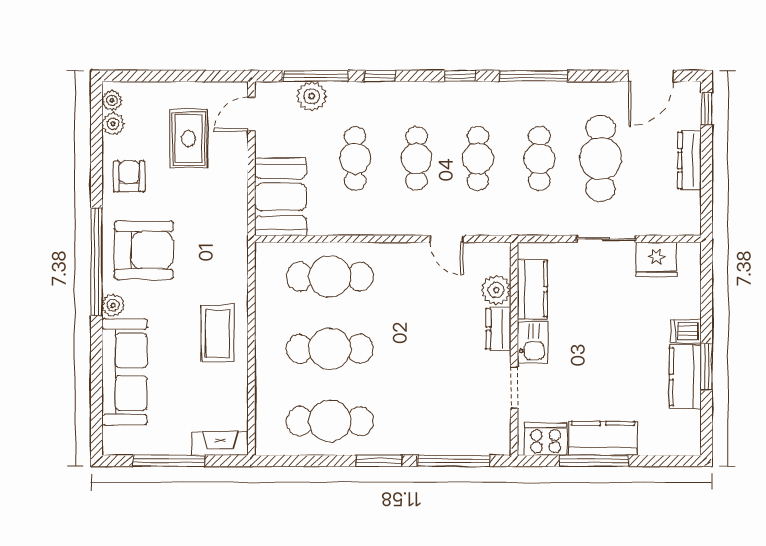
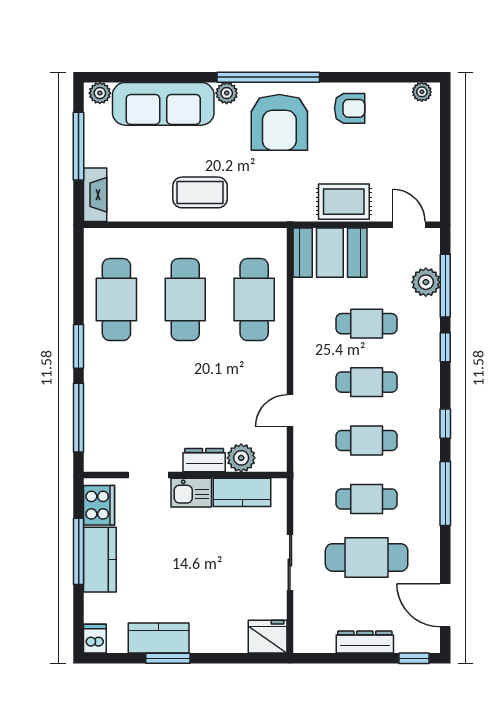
plant: (113, 124) -> (100, 93), moved
rug: (189, 139) -> (344, 202), moved
fridge: (656, 260) -> (268, 637), moved, turned 90
dishwasher: (686, 331) -> (95, 639), moved

